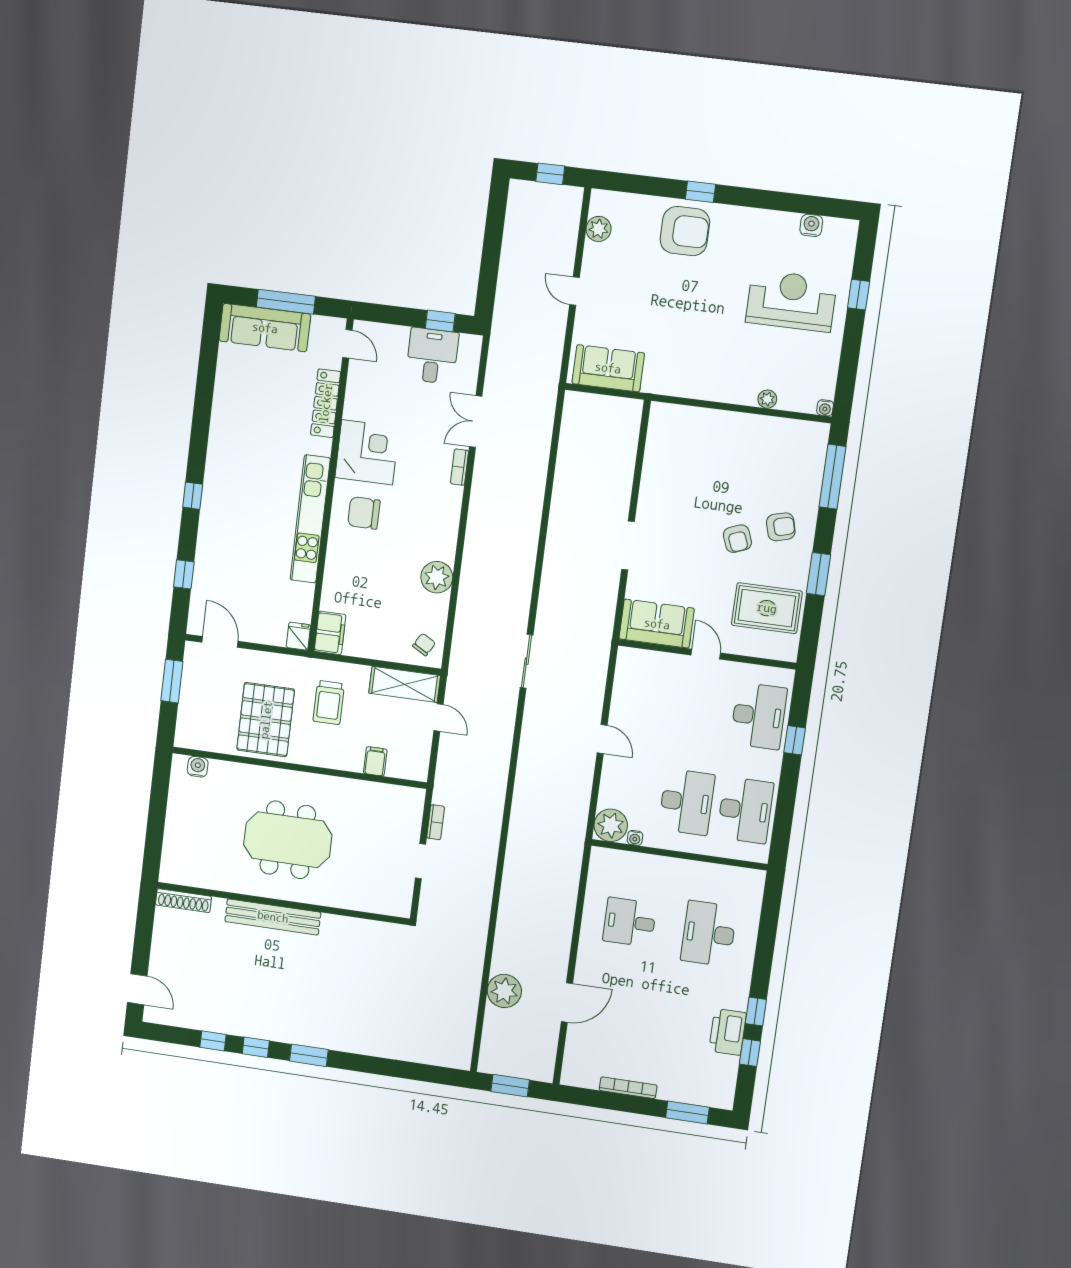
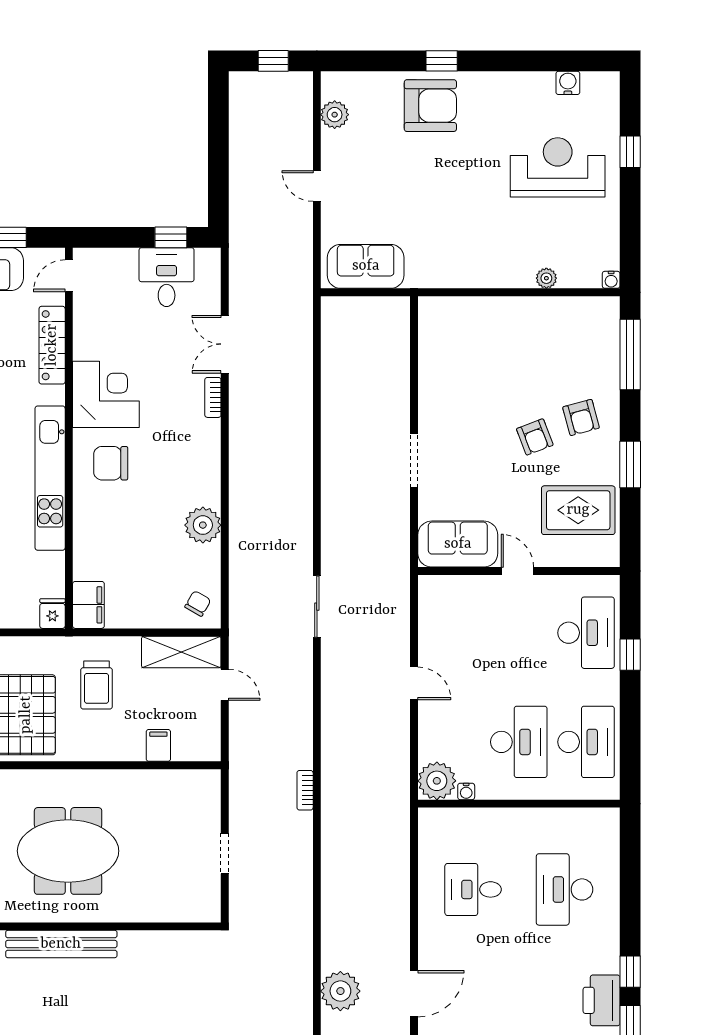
door: (347, 344) -> (69, 276), swing flipped
armchair: (781, 527) -> (581, 417), turned 90
bookcase: (436, 822) -> (305, 790), moved, turned 180

